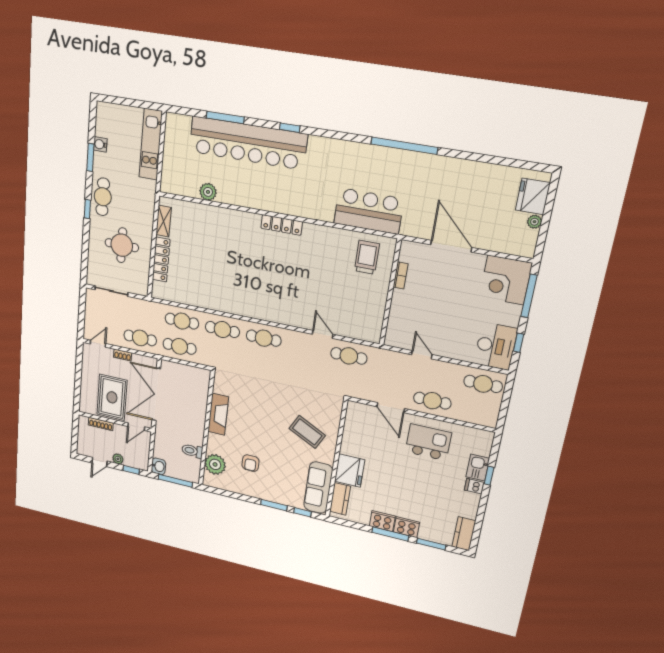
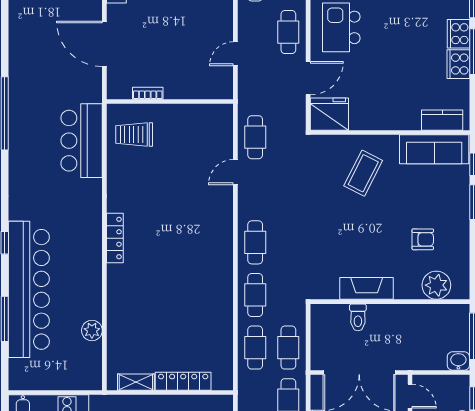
door: (451, 246) -> (104, 44), hinge flipped
toilet: (192, 451) -> (358, 317), moved
fridge: (350, 471) -> (329, 114), moved

